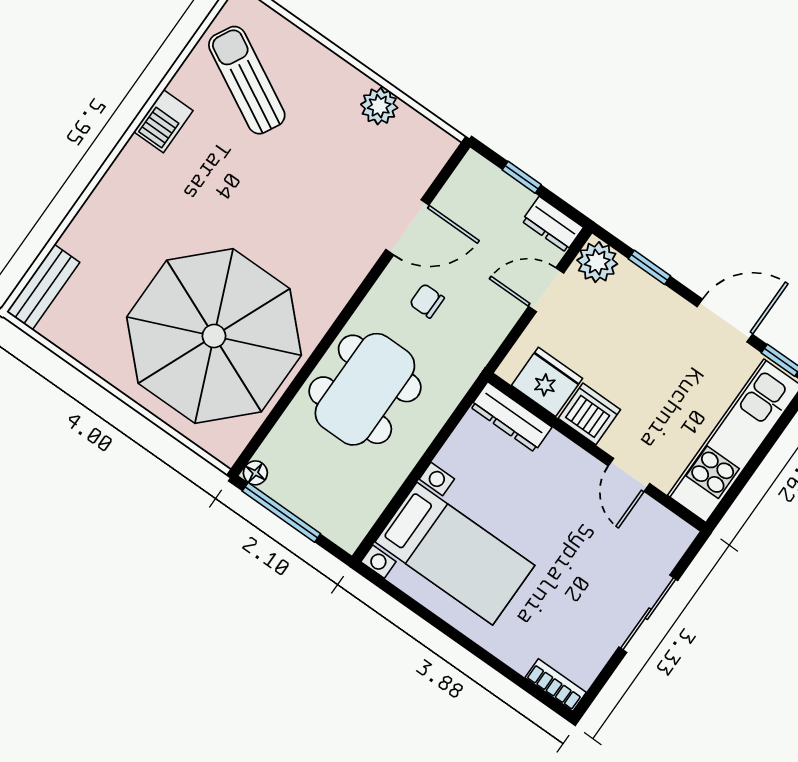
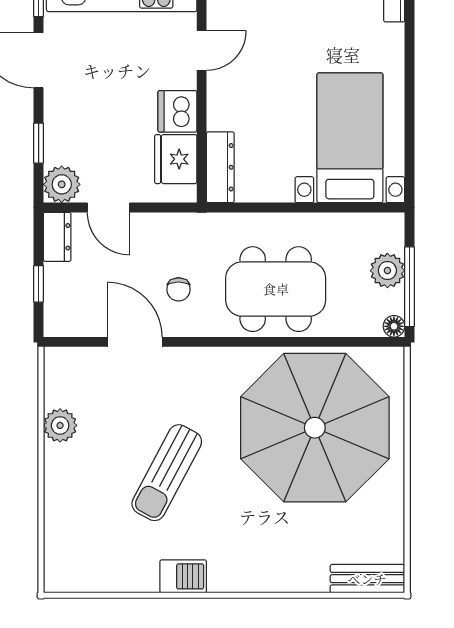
sun lounger: (247, 80) -> (167, 473), moved
plant: (310, 503) -> (387, 271), added

